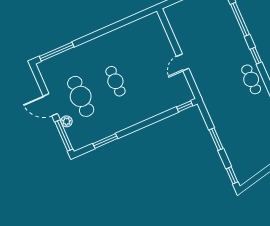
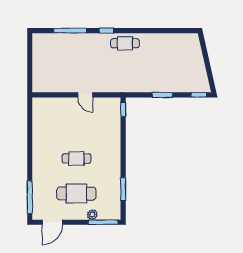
door: (50, 105) -> (52, 222), moved

